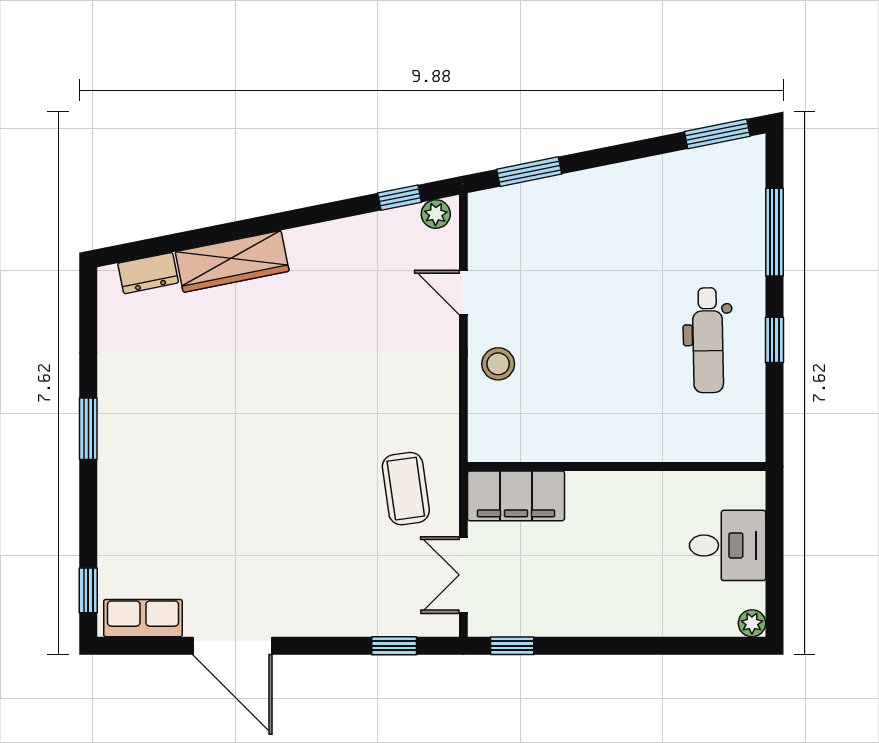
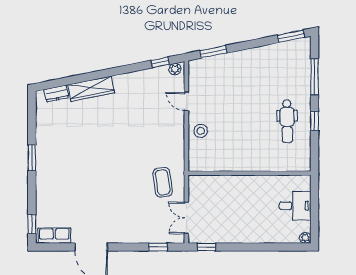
filing cabinet: (516, 496) -> (208, 185), removed

